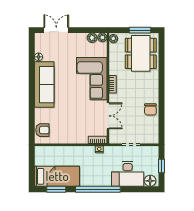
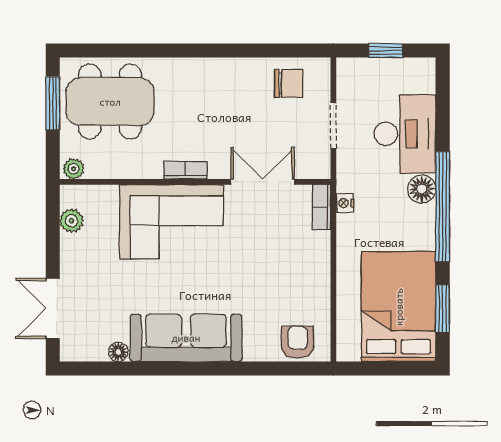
plant: (102, 37) -> (71, 196), removed
chair: (150, 109) -> (289, 84), moved
bed: (57, 176) -> (399, 307), width x1.50
floor lamp: (150, 181) -> (422, 189), moved

